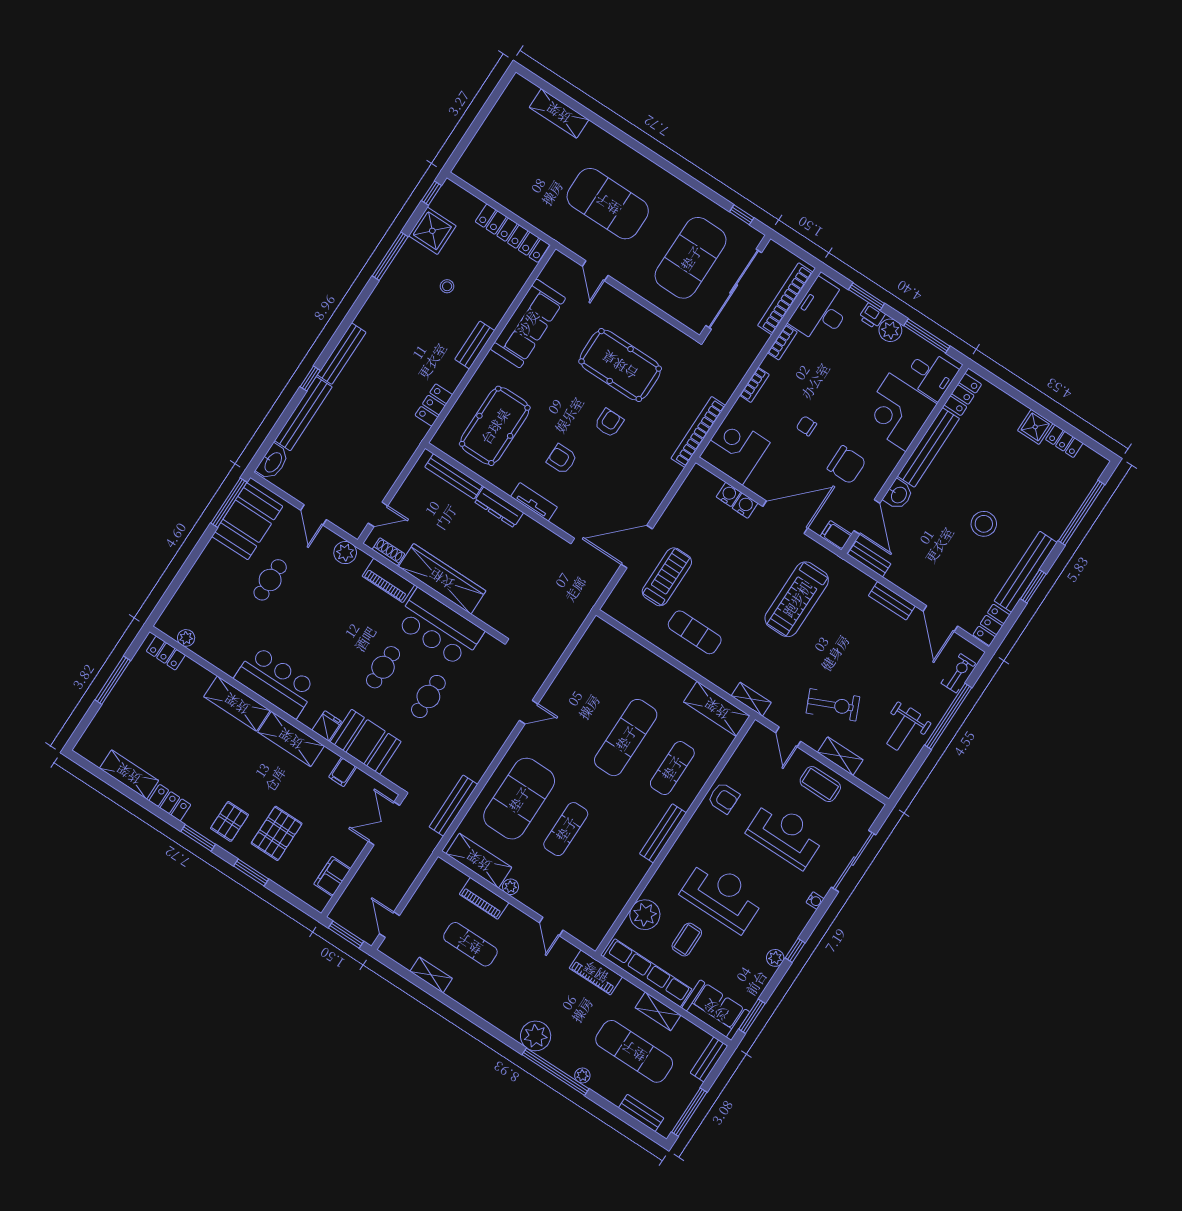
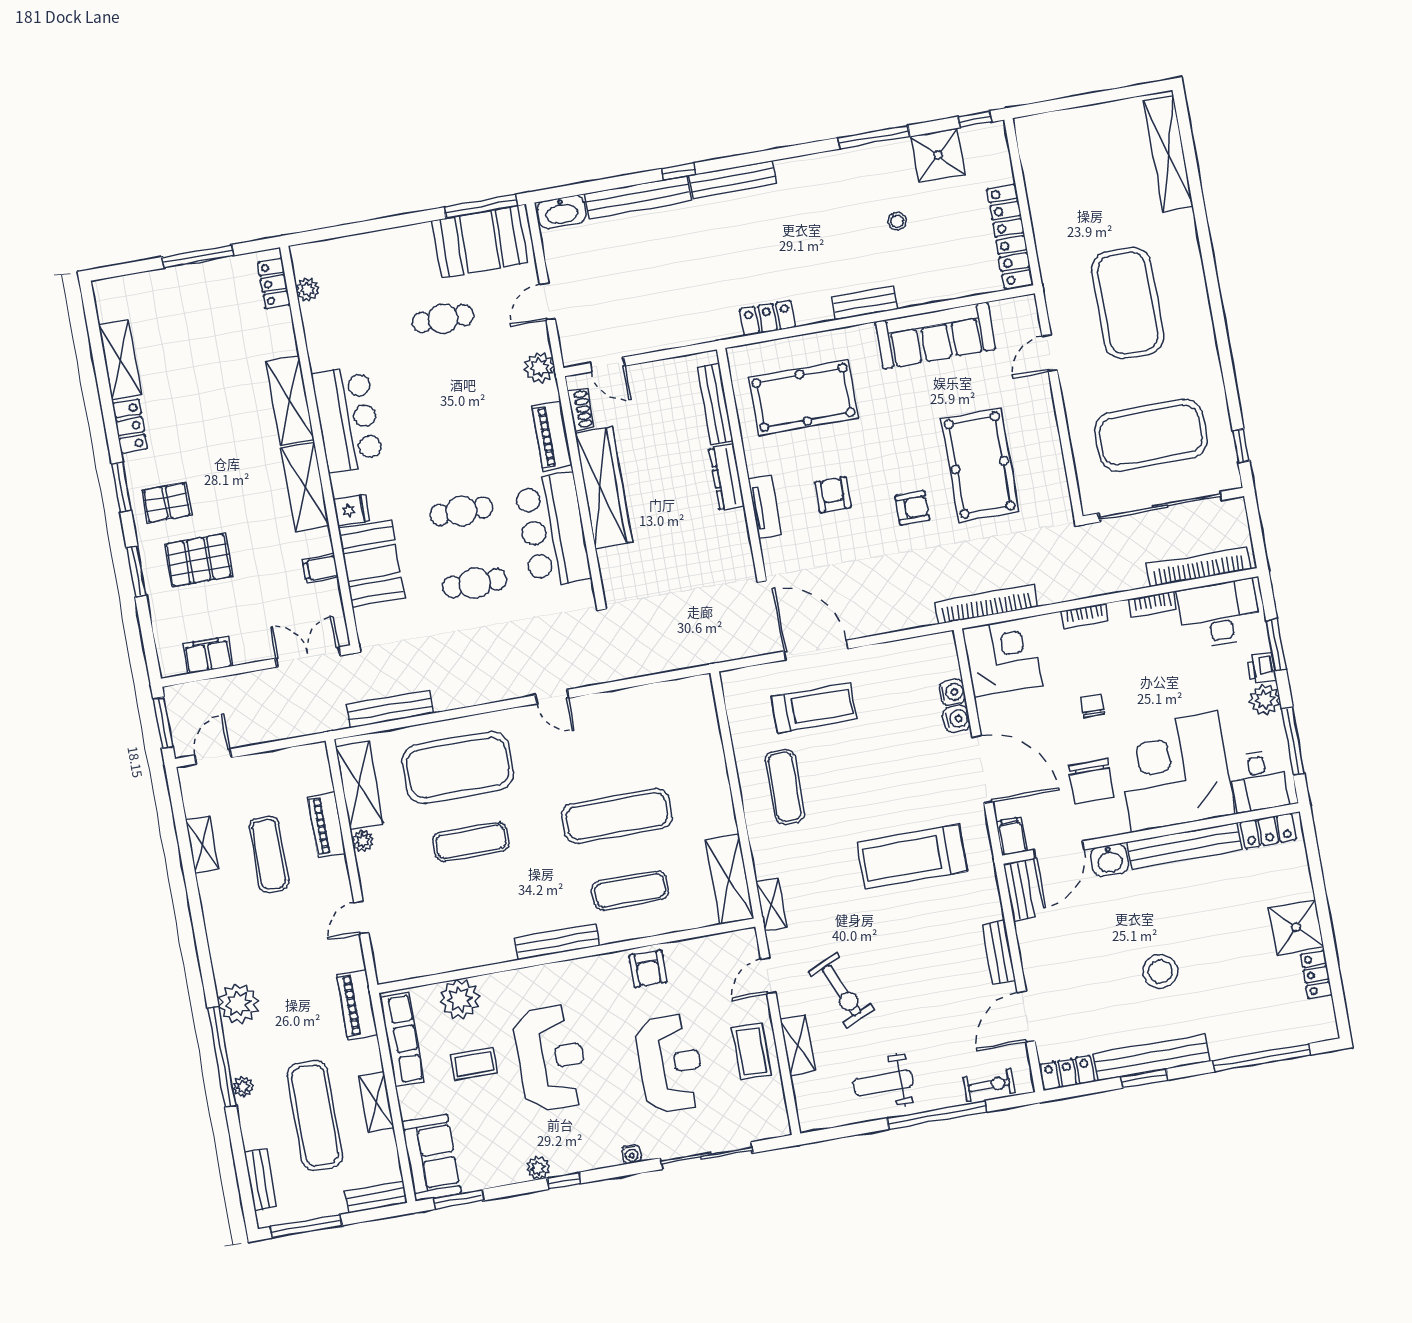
shelving: (559, 113) -> (1168, 154), width x1.47
corner desk: (898, 412) -> (1174, 772), width x1.36, depth x1.36
shower: (1035, 427) -> (1296, 927), width x1.36, depth x1.36
row of seats: (648, 973) -> (402, 1039), width x0.73

